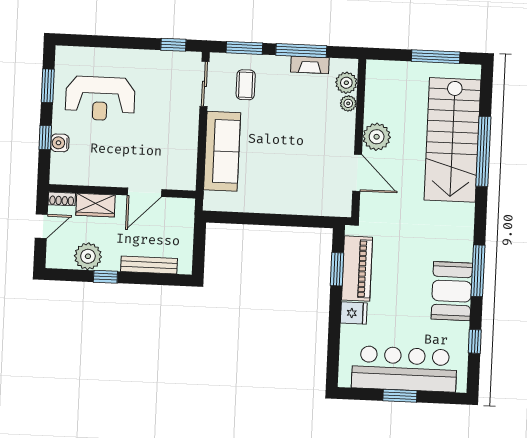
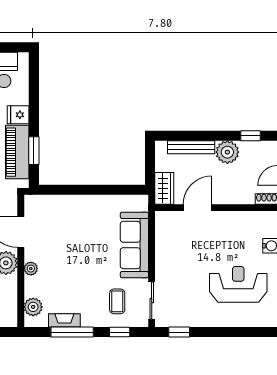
window: (244, 48) -> (120, 332), width x0.67
plant: (348, 103) -> (31, 269), moved
wardrobe: (96, 205) -> (164, 188), moved, turned 90
plant: (88, 256) -> (227, 152), moved
window: (105, 277) -> (250, 136), moved

